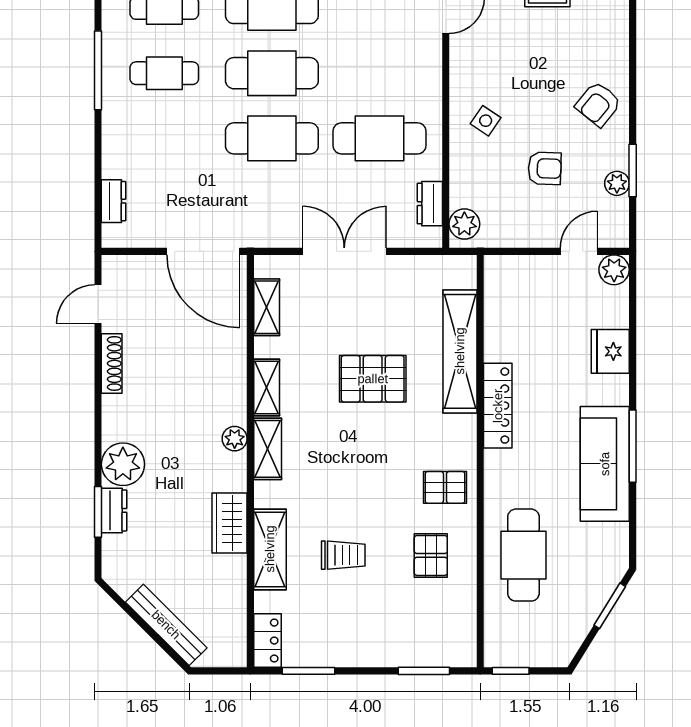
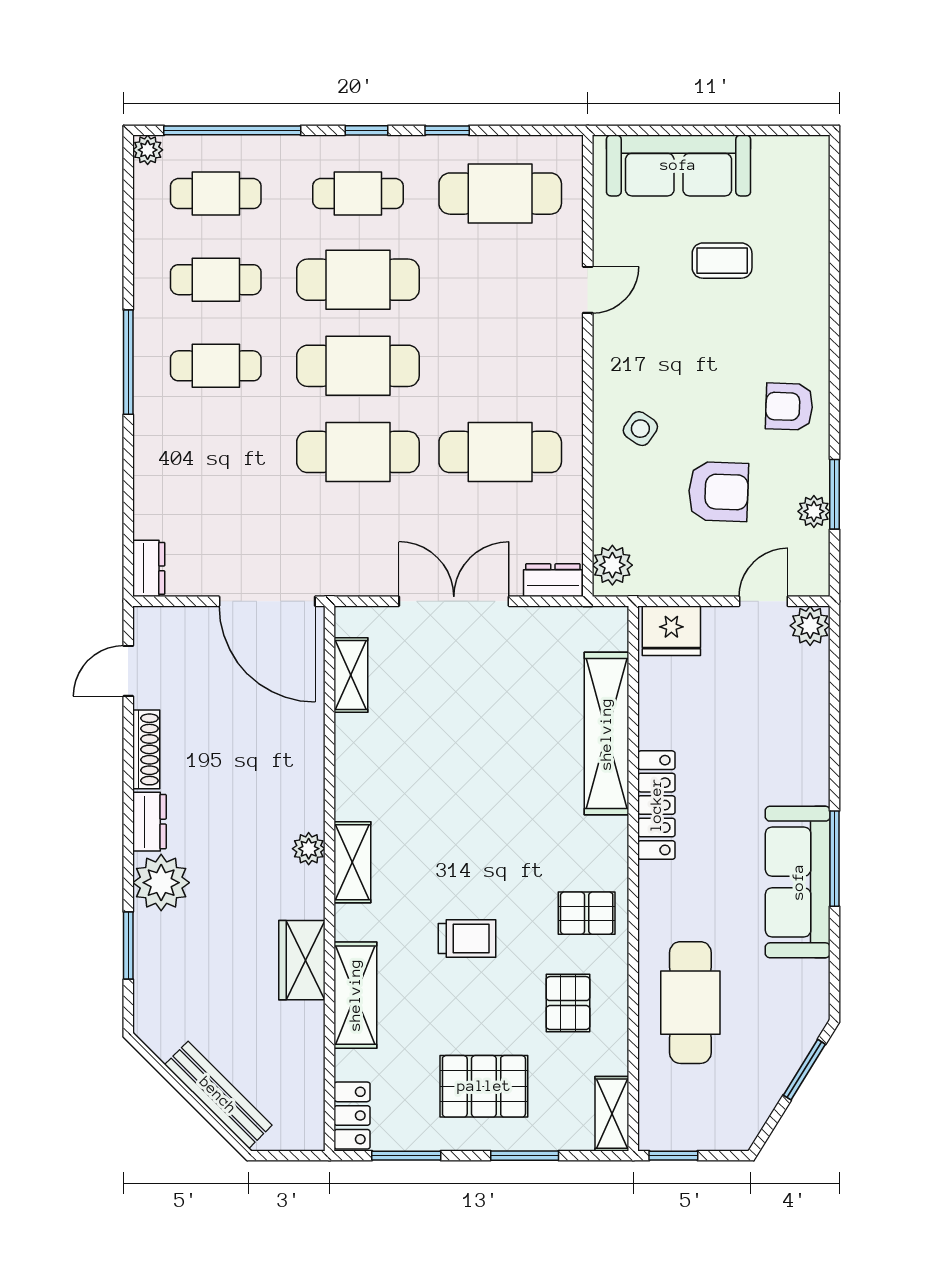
armchair: (598, 104) -> (789, 407), turned 53
armchair: (545, 168) -> (718, 492), width x1.38, depth x1.38
dresser: (114, 201) -> (149, 568), moved
dresser: (430, 204) -> (553, 580), moved, turned 90
fridge: (610, 351) -> (671, 631), moved, turned -90
pallet: (373, 379) -> (484, 1086), moved
shelving: (267, 388) -> (612, 1114), moved
dresser: (114, 510) -> (149, 822), moved
trolley: (343, 555) -> (467, 939), moved
window: (424, 671) -> (525, 1156), moved

